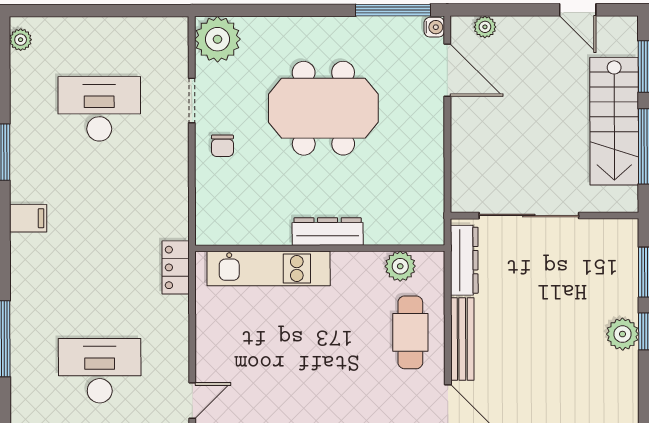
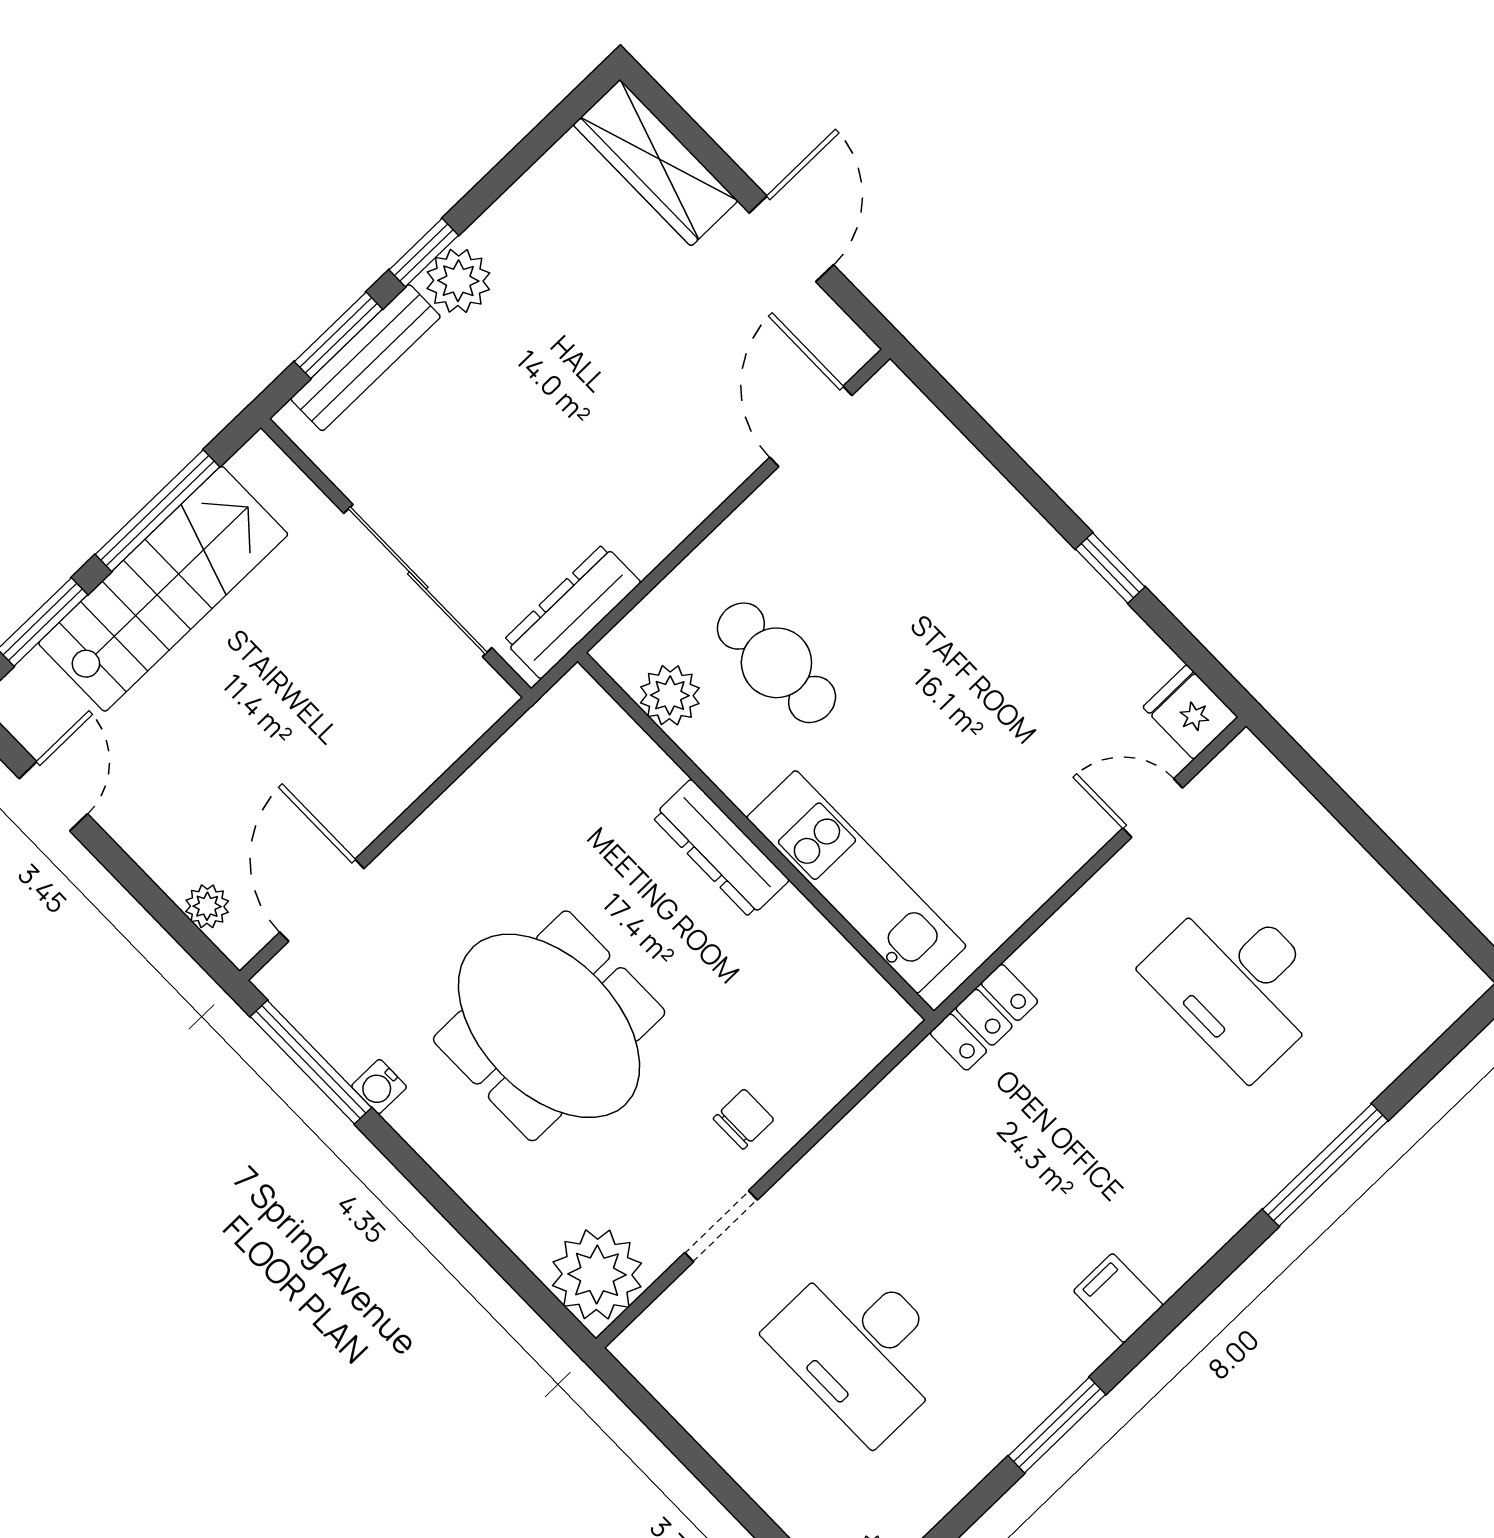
water cooler: (434, 27) -> (379, 1087), moved, turned -90
cafe table: (410, 332) -> (776, 663), moved, turned 90
bench: (462, 339) -> (366, 358), moved

